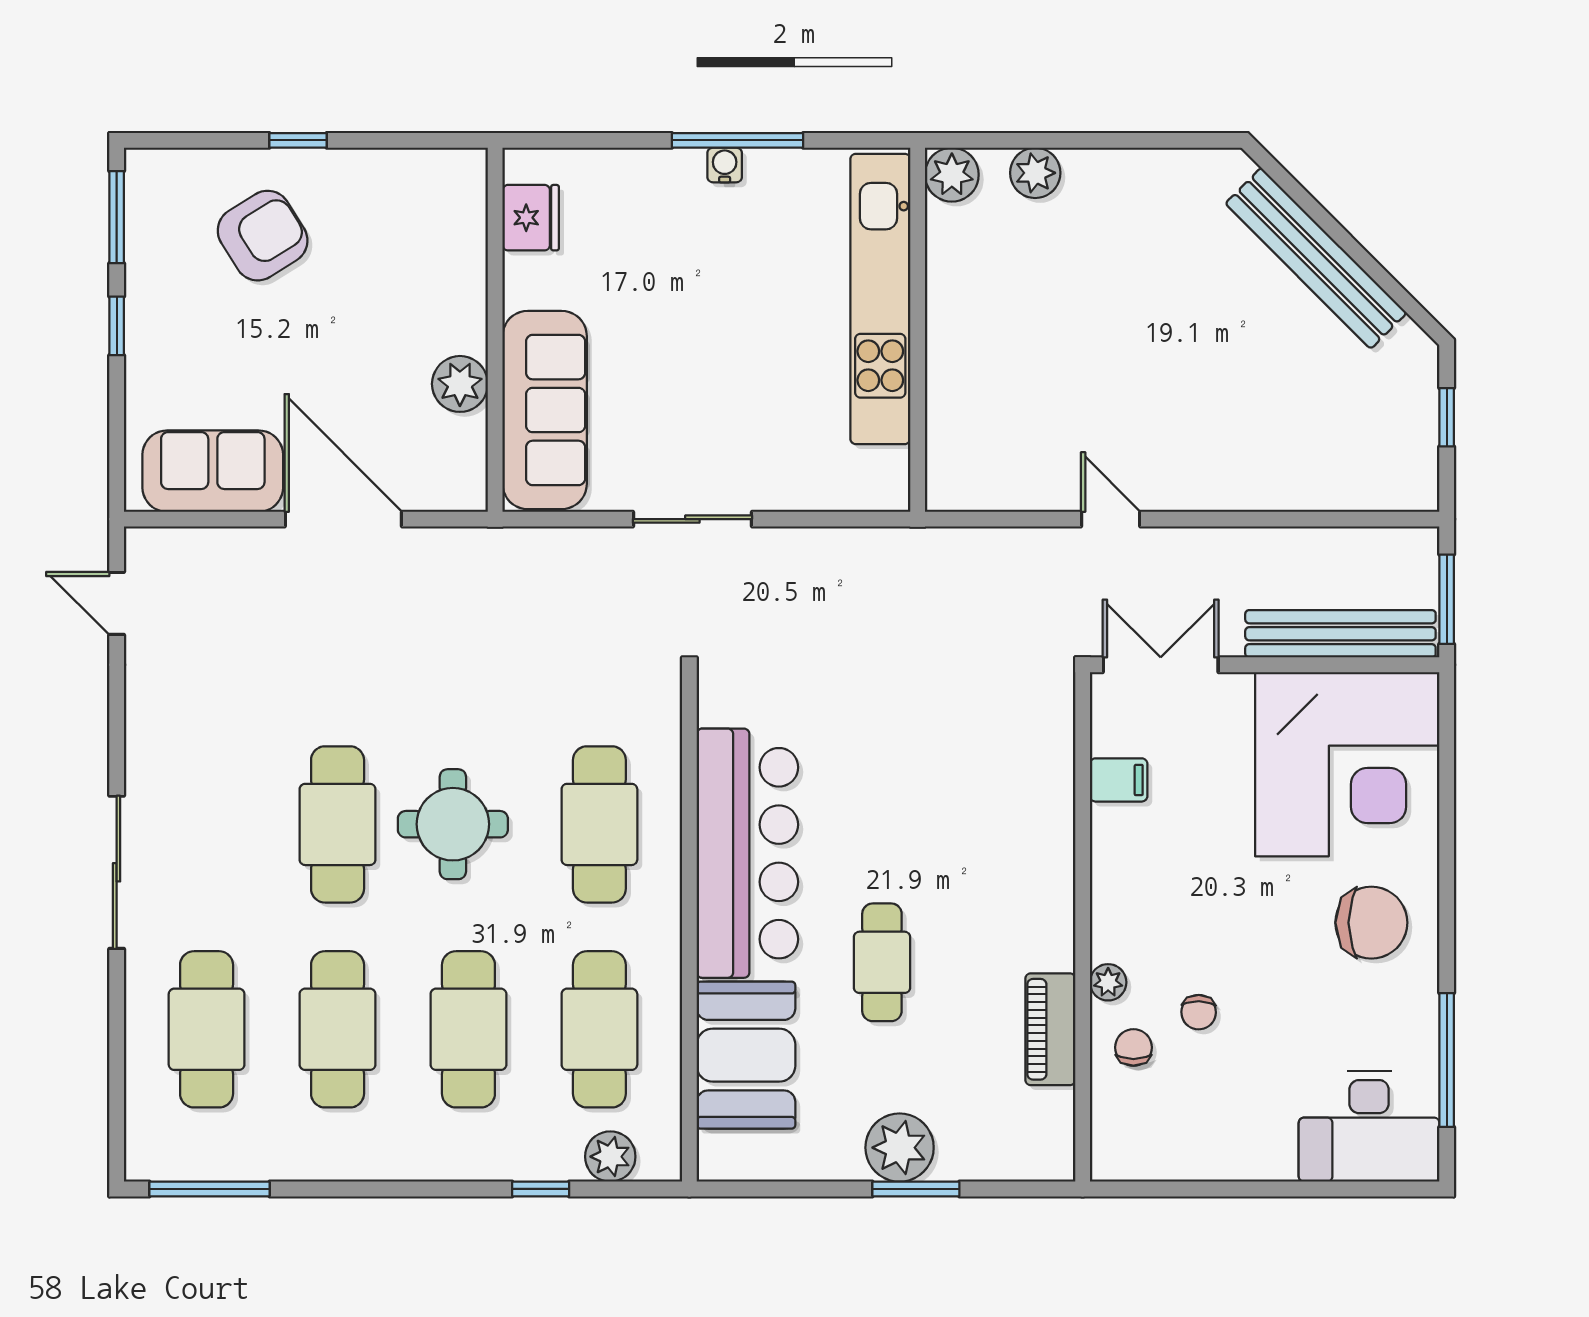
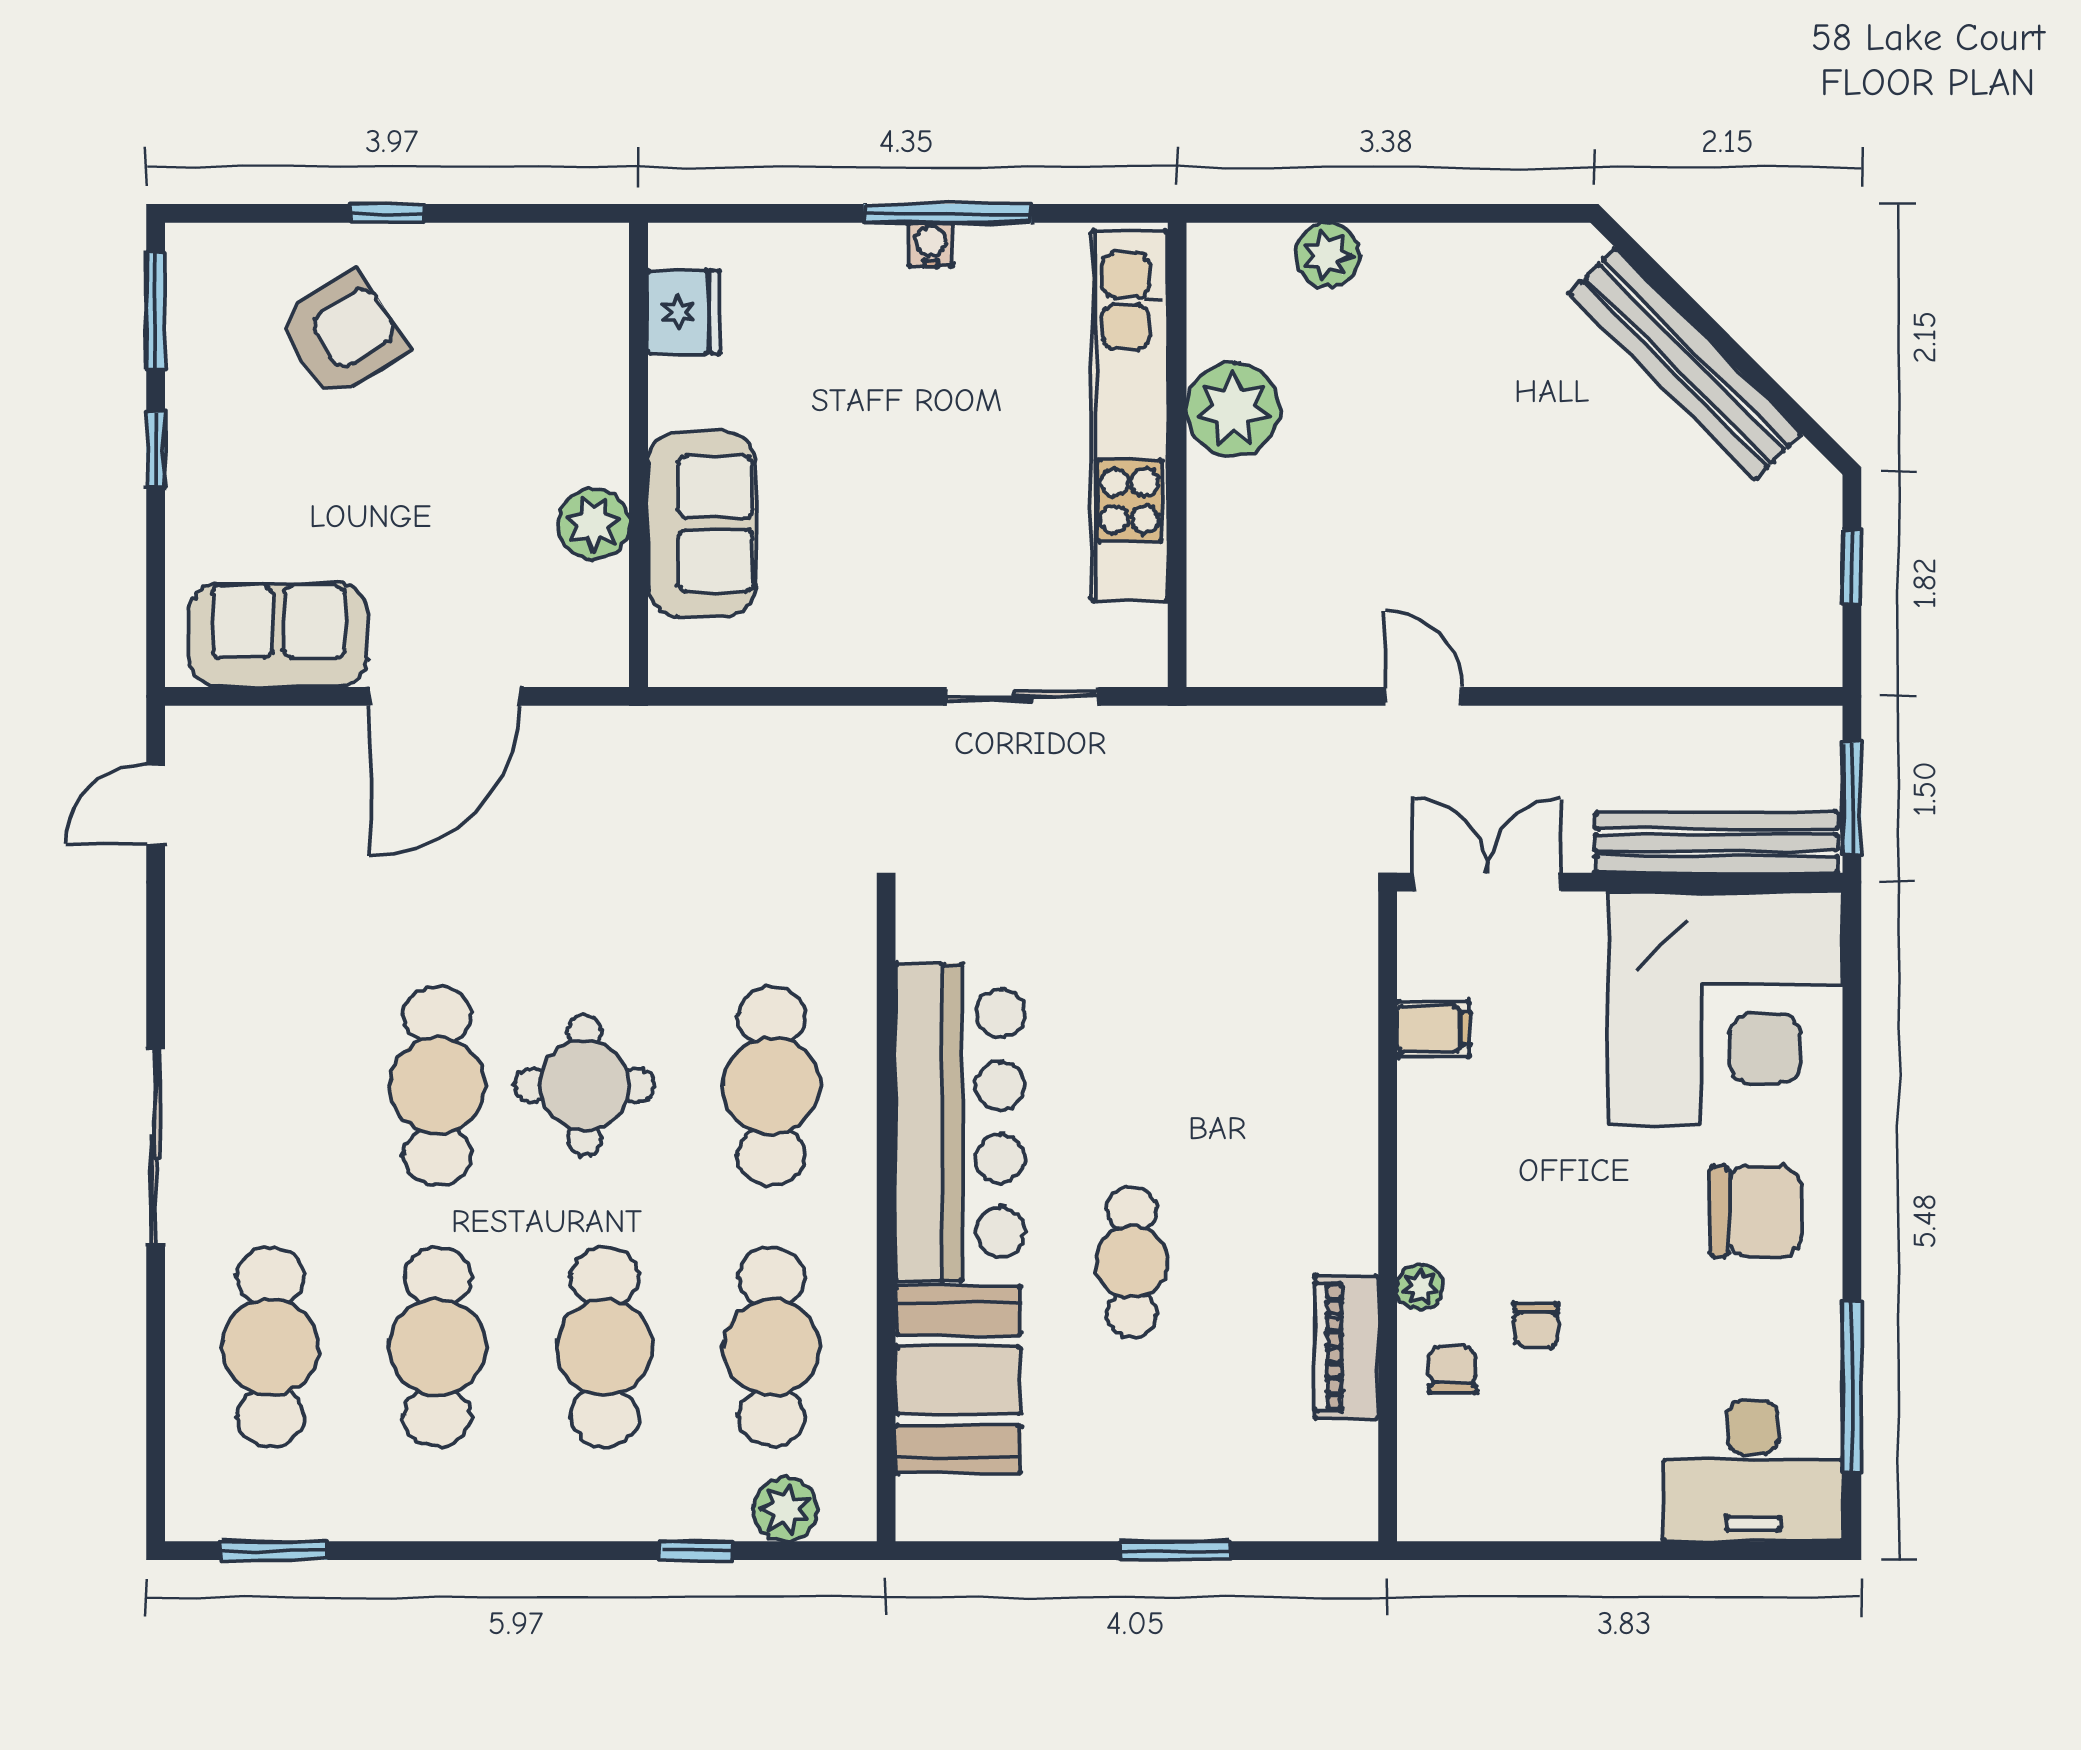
plant: (952, 175) -> (1233, 410), moved, width x1.36, depth x1.36
sofa: (545, 410) -> (702, 524), width x0.73
door: (343, 519) -> (445, 696), swing flipped
sliding door: (692, 519) -> (1023, 696), moved
door: (117, 603) -> (156, 804), hinge flipped
plant: (900, 1148) -> (1154, 1498), removed
window: (209, 1189) -> (274, 1551), width x0.69

